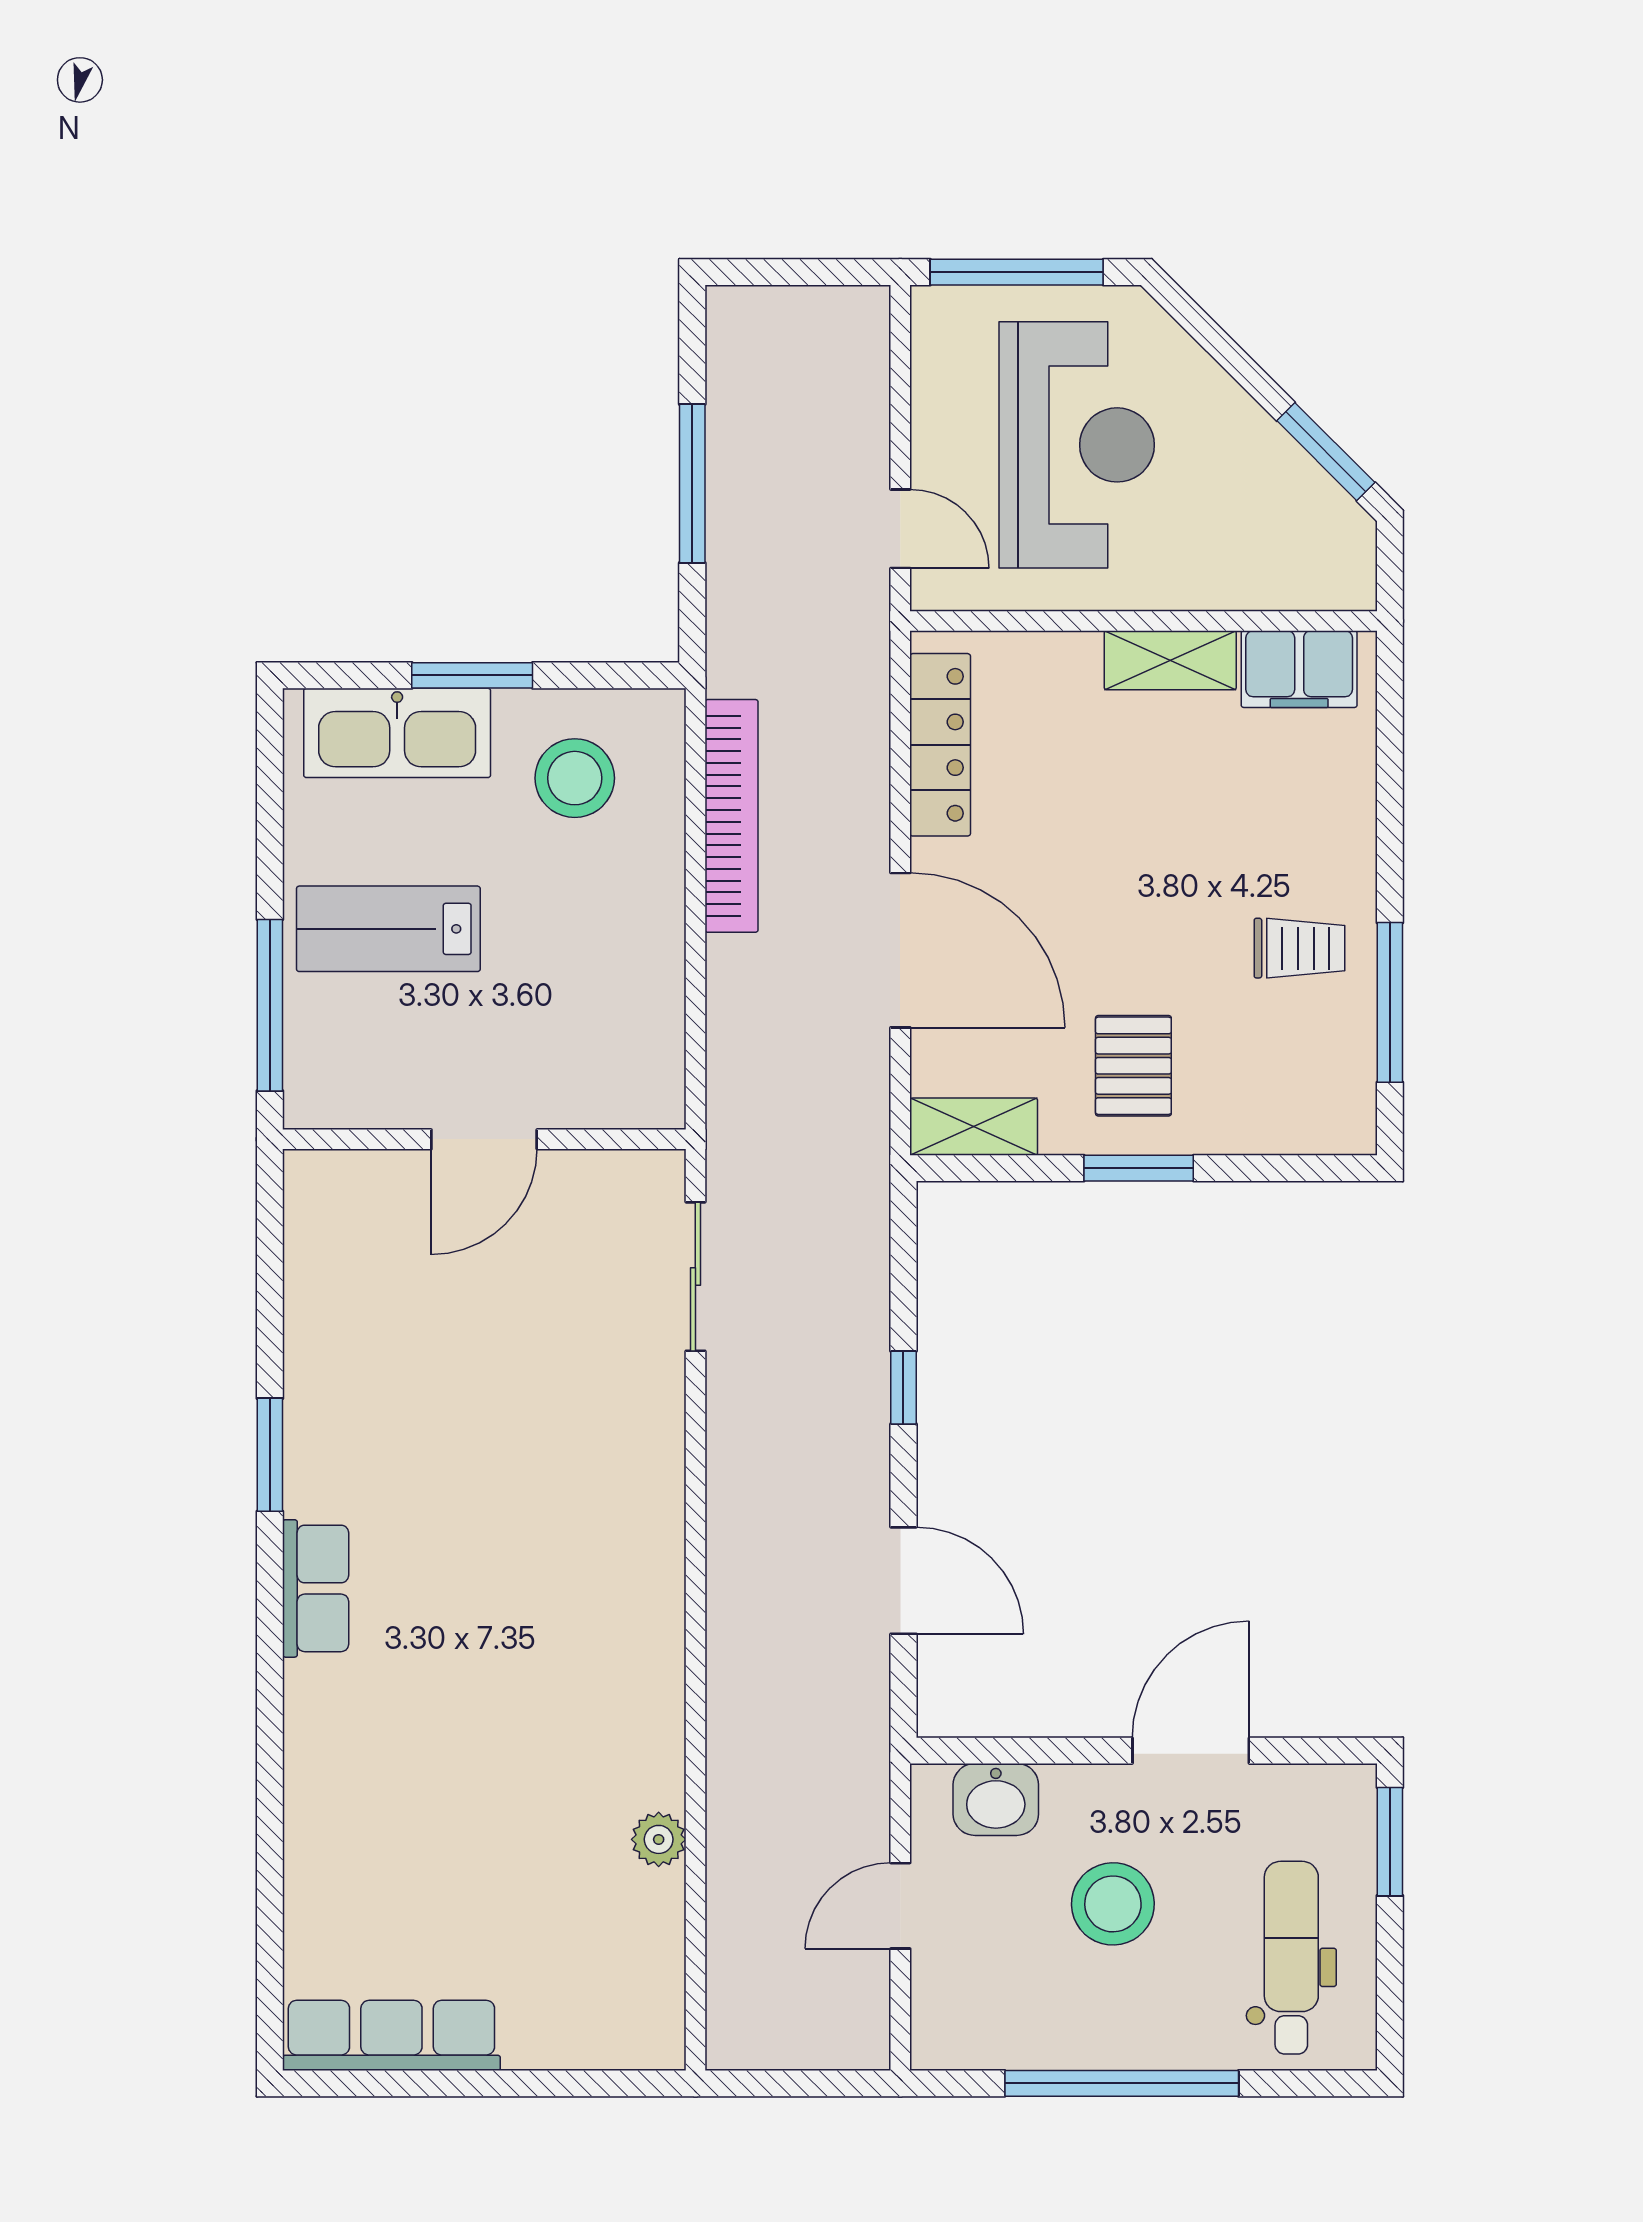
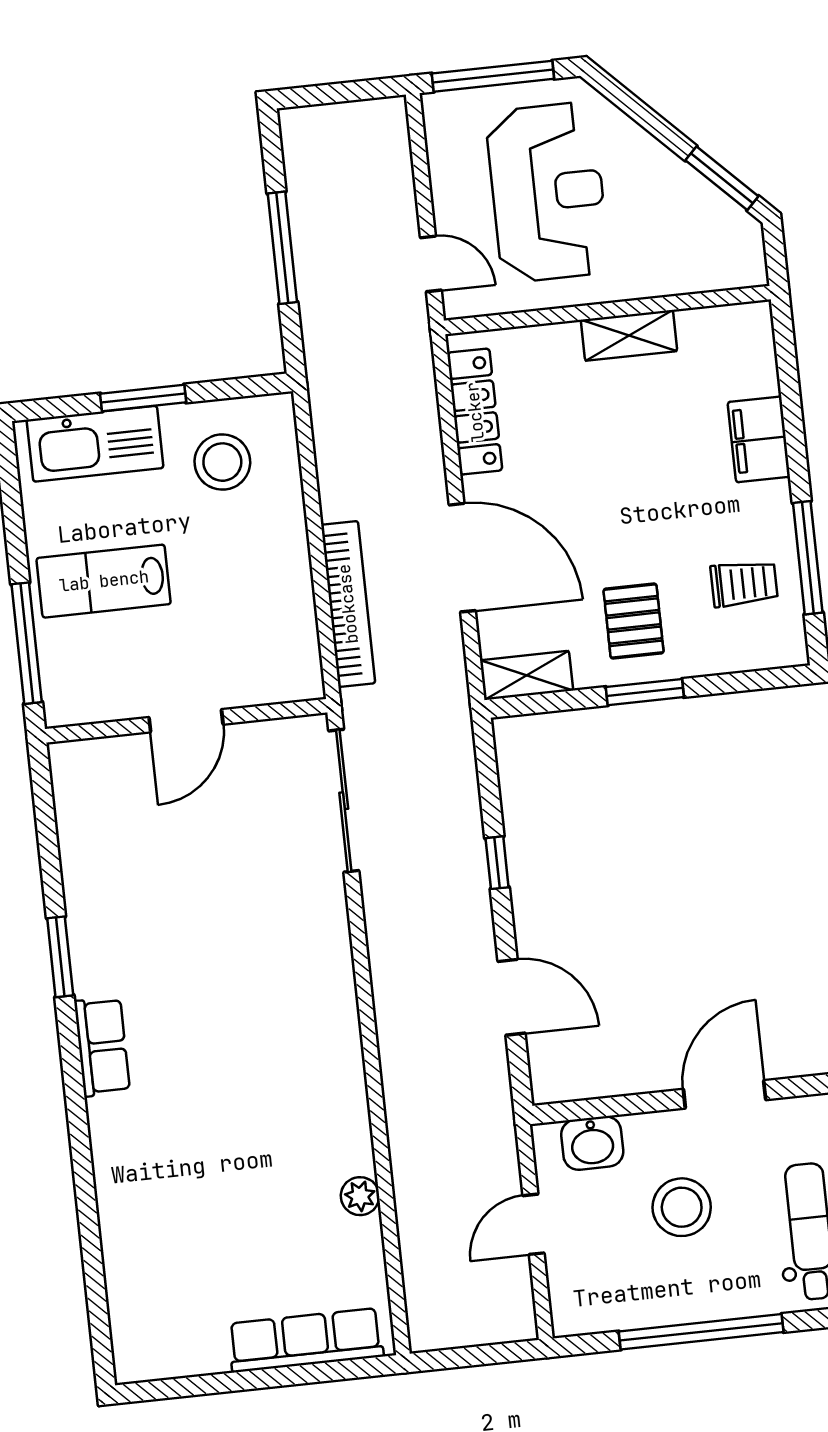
filing cabinet: (1299, 669) -> (759, 439), moved, turned 90
bookcase: (732, 816) -> (348, 604), moved
trolley: (1299, 948) -> (744, 584), moved
sliding door: (695, 1277) -> (344, 801), width x1.37
row of seats: (391, 2035) -> (306, 1340), moved

